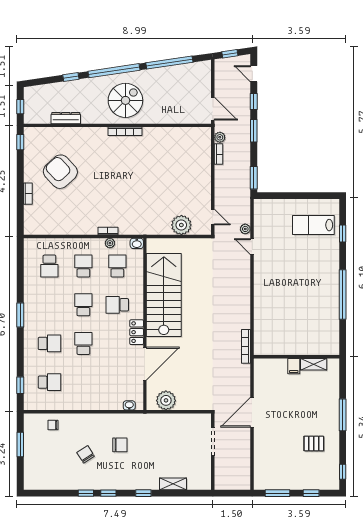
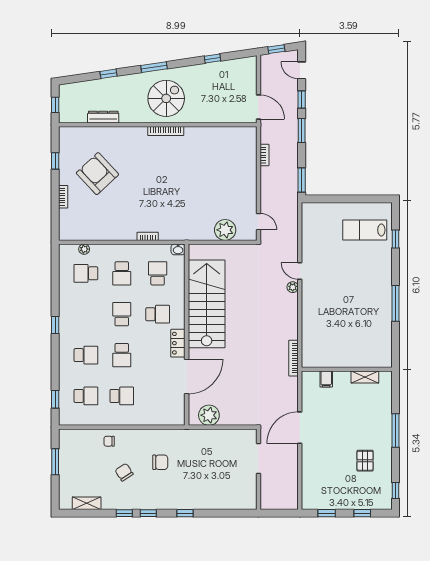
window: (169, 63) -> (213, 58), width x0.32
window: (114, 71) -> (154, 67), width x0.47
plant: (220, 137) -> (266, 137), removed
window: (20, 142) -> (55, 161), moved
plant: (245, 229) -> (293, 287), moved
plant: (110, 243) -> (84, 249), moved
door: (252, 247) -> (300, 271), moved
school desk: (49, 266) -> (86, 273), turned 90
school desk: (83, 266) -> (122, 273), turned 180
window: (343, 294) -> (396, 303), width x0.68
school desk: (117, 305) -> (158, 314), turned 180
window: (20, 315) -> (55, 325), width x0.67
school desk: (83, 343) -> (122, 355), turned 180
filing cabinet: (294, 366) -> (326, 379), moved
school desk: (83, 382) -> (122, 396), added
washbasin: (129, 405) -> (170, 421), removed
chair: (53, 425) -> (109, 441), moved
pallet: (314, 443) -> (365, 461), turned 90
shelving: (173, 484) -> (87, 503), moved
window: (277, 493) -> (327, 513), width x0.67

